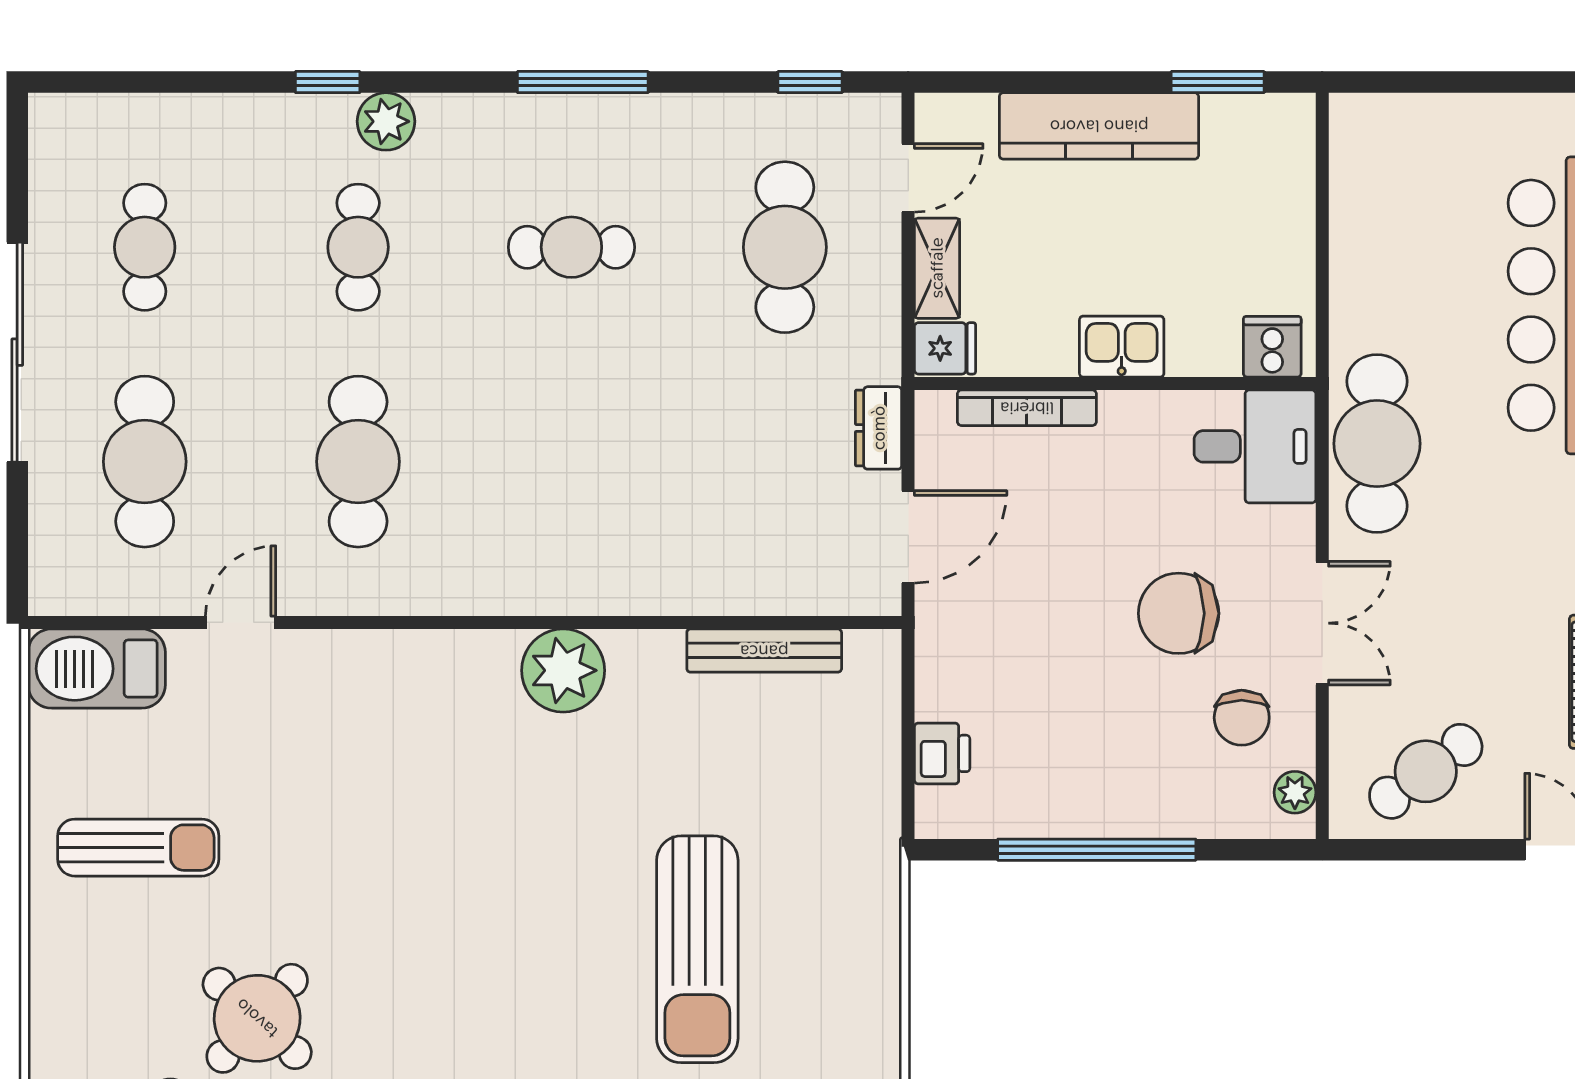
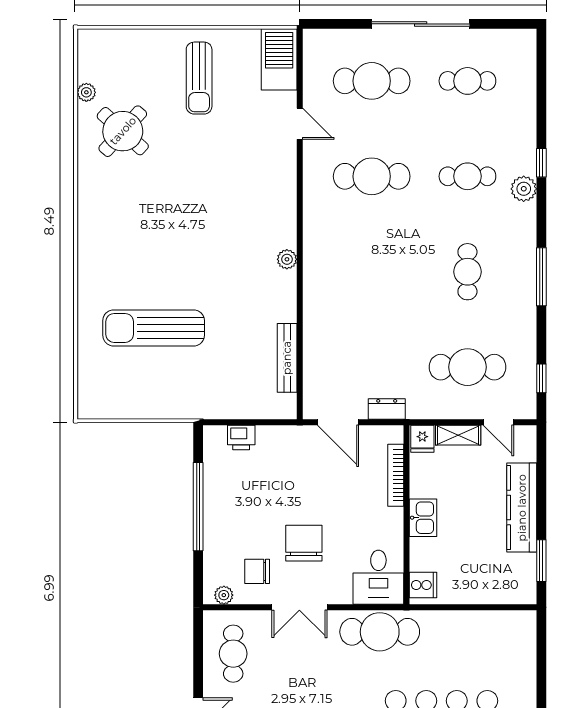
plant: (563, 670) -> (287, 259), width x0.53, depth x0.53
cafe table: (1426, 771) -> (233, 654), turned 36

